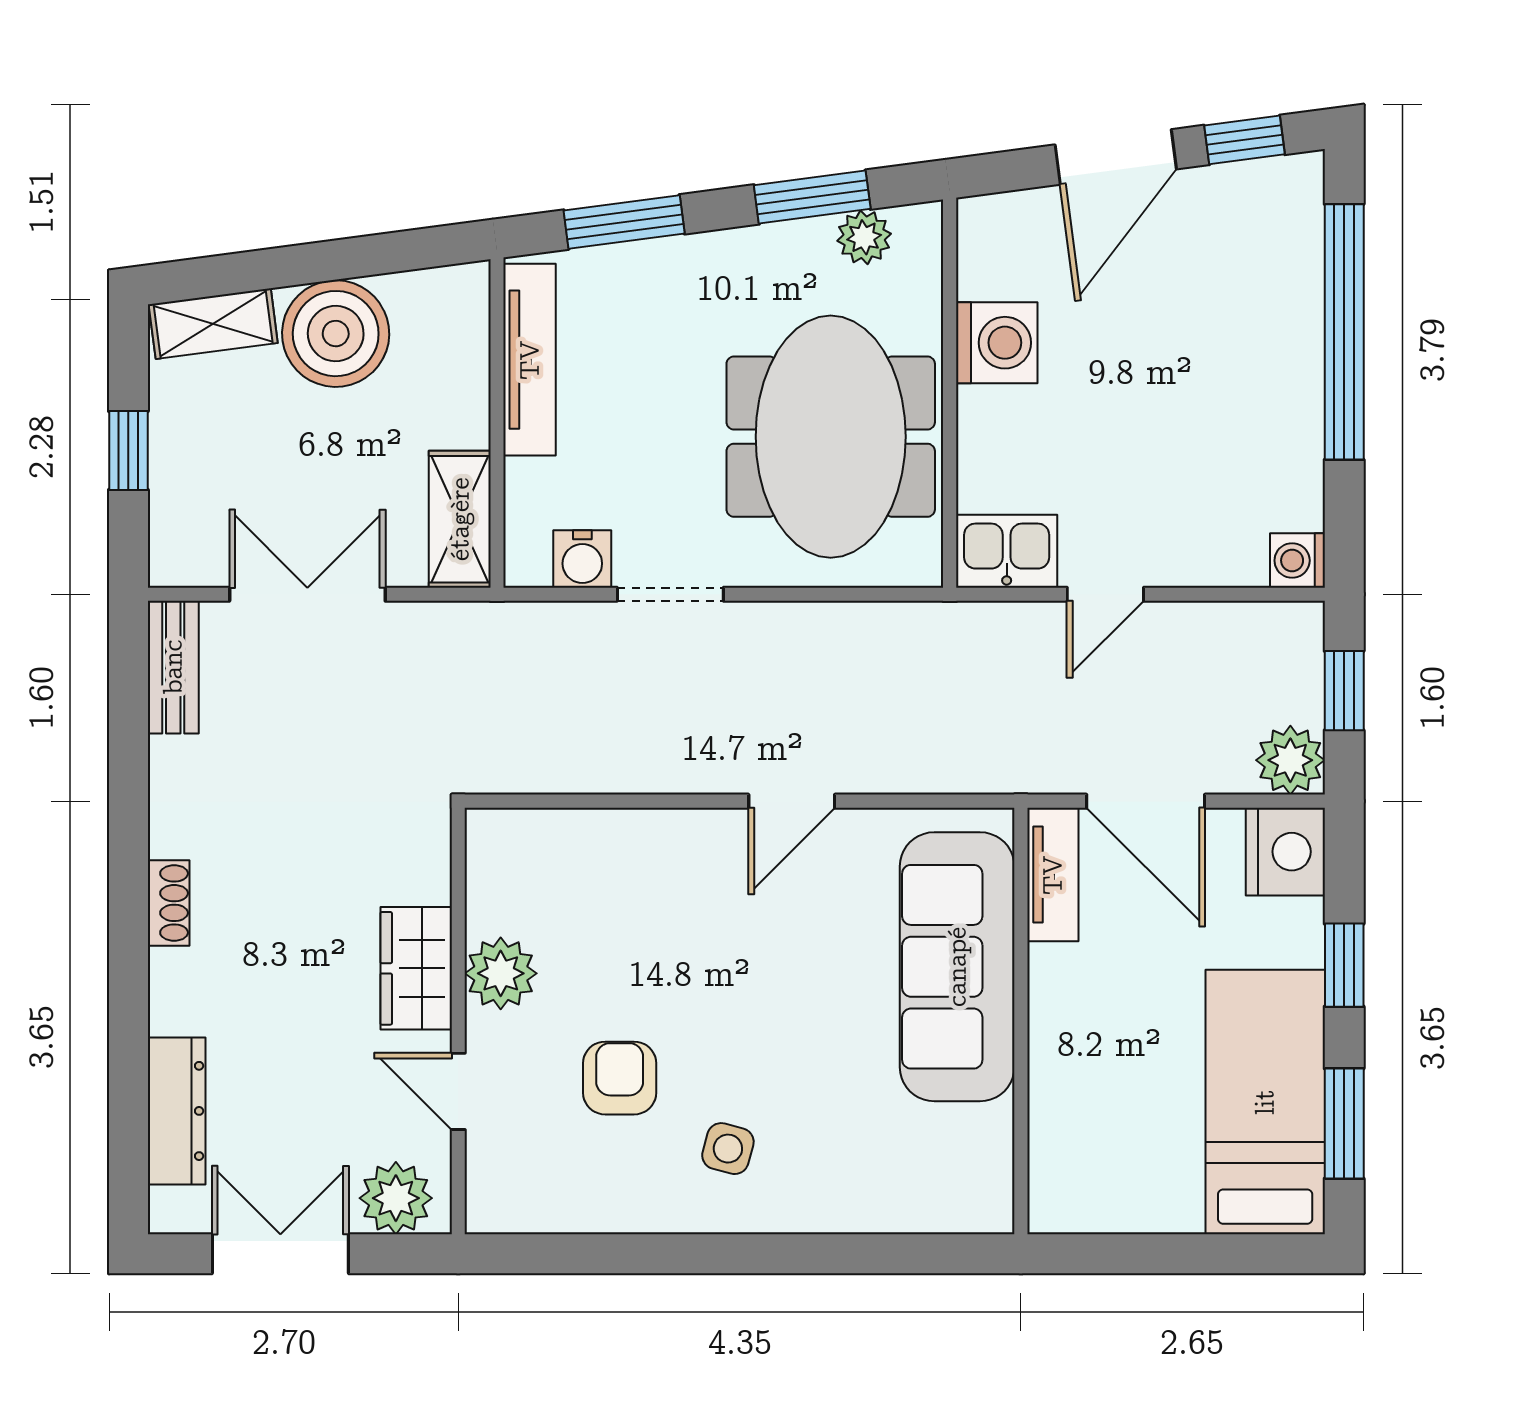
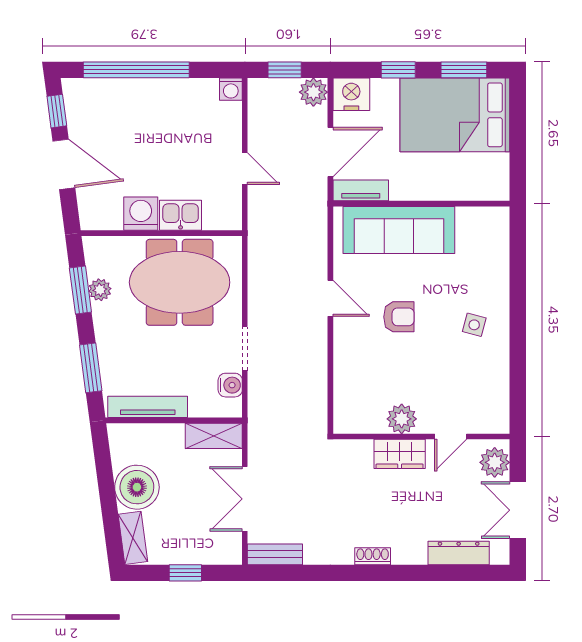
plant: (864, 237) -> (100, 290), moved
kitchen sink: (1007, 551) -> (181, 215), moved, turned 90
armchair: (620, 1078) -> (399, 317), moved, turned 180
bed: (1265, 1102) -> (455, 115), width x1.50

